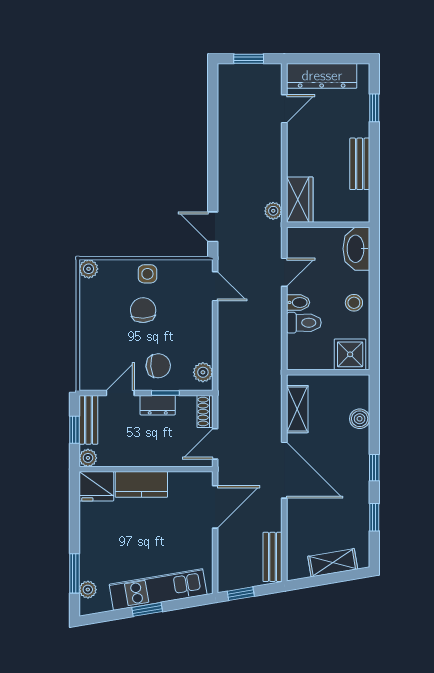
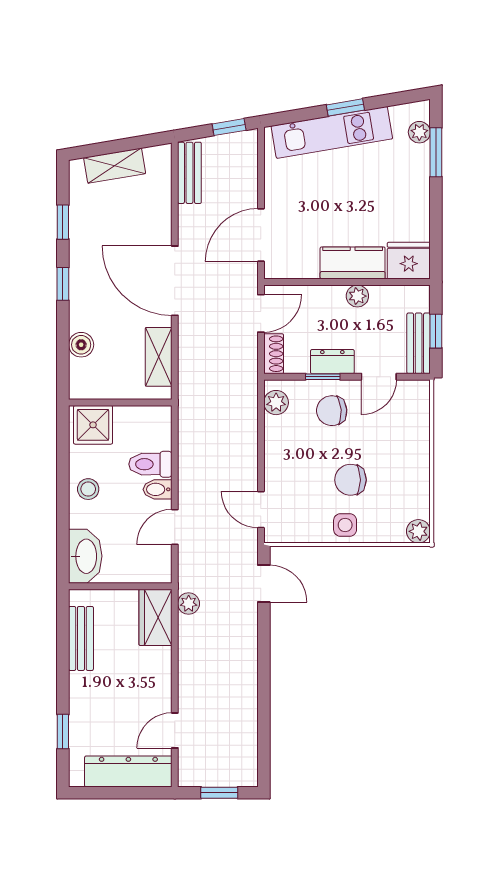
bench: (360, 164) -> (81, 638), moved
chair: (143, 310) -> (351, 480), turned 93
plant: (88, 458) -> (357, 296), moved

